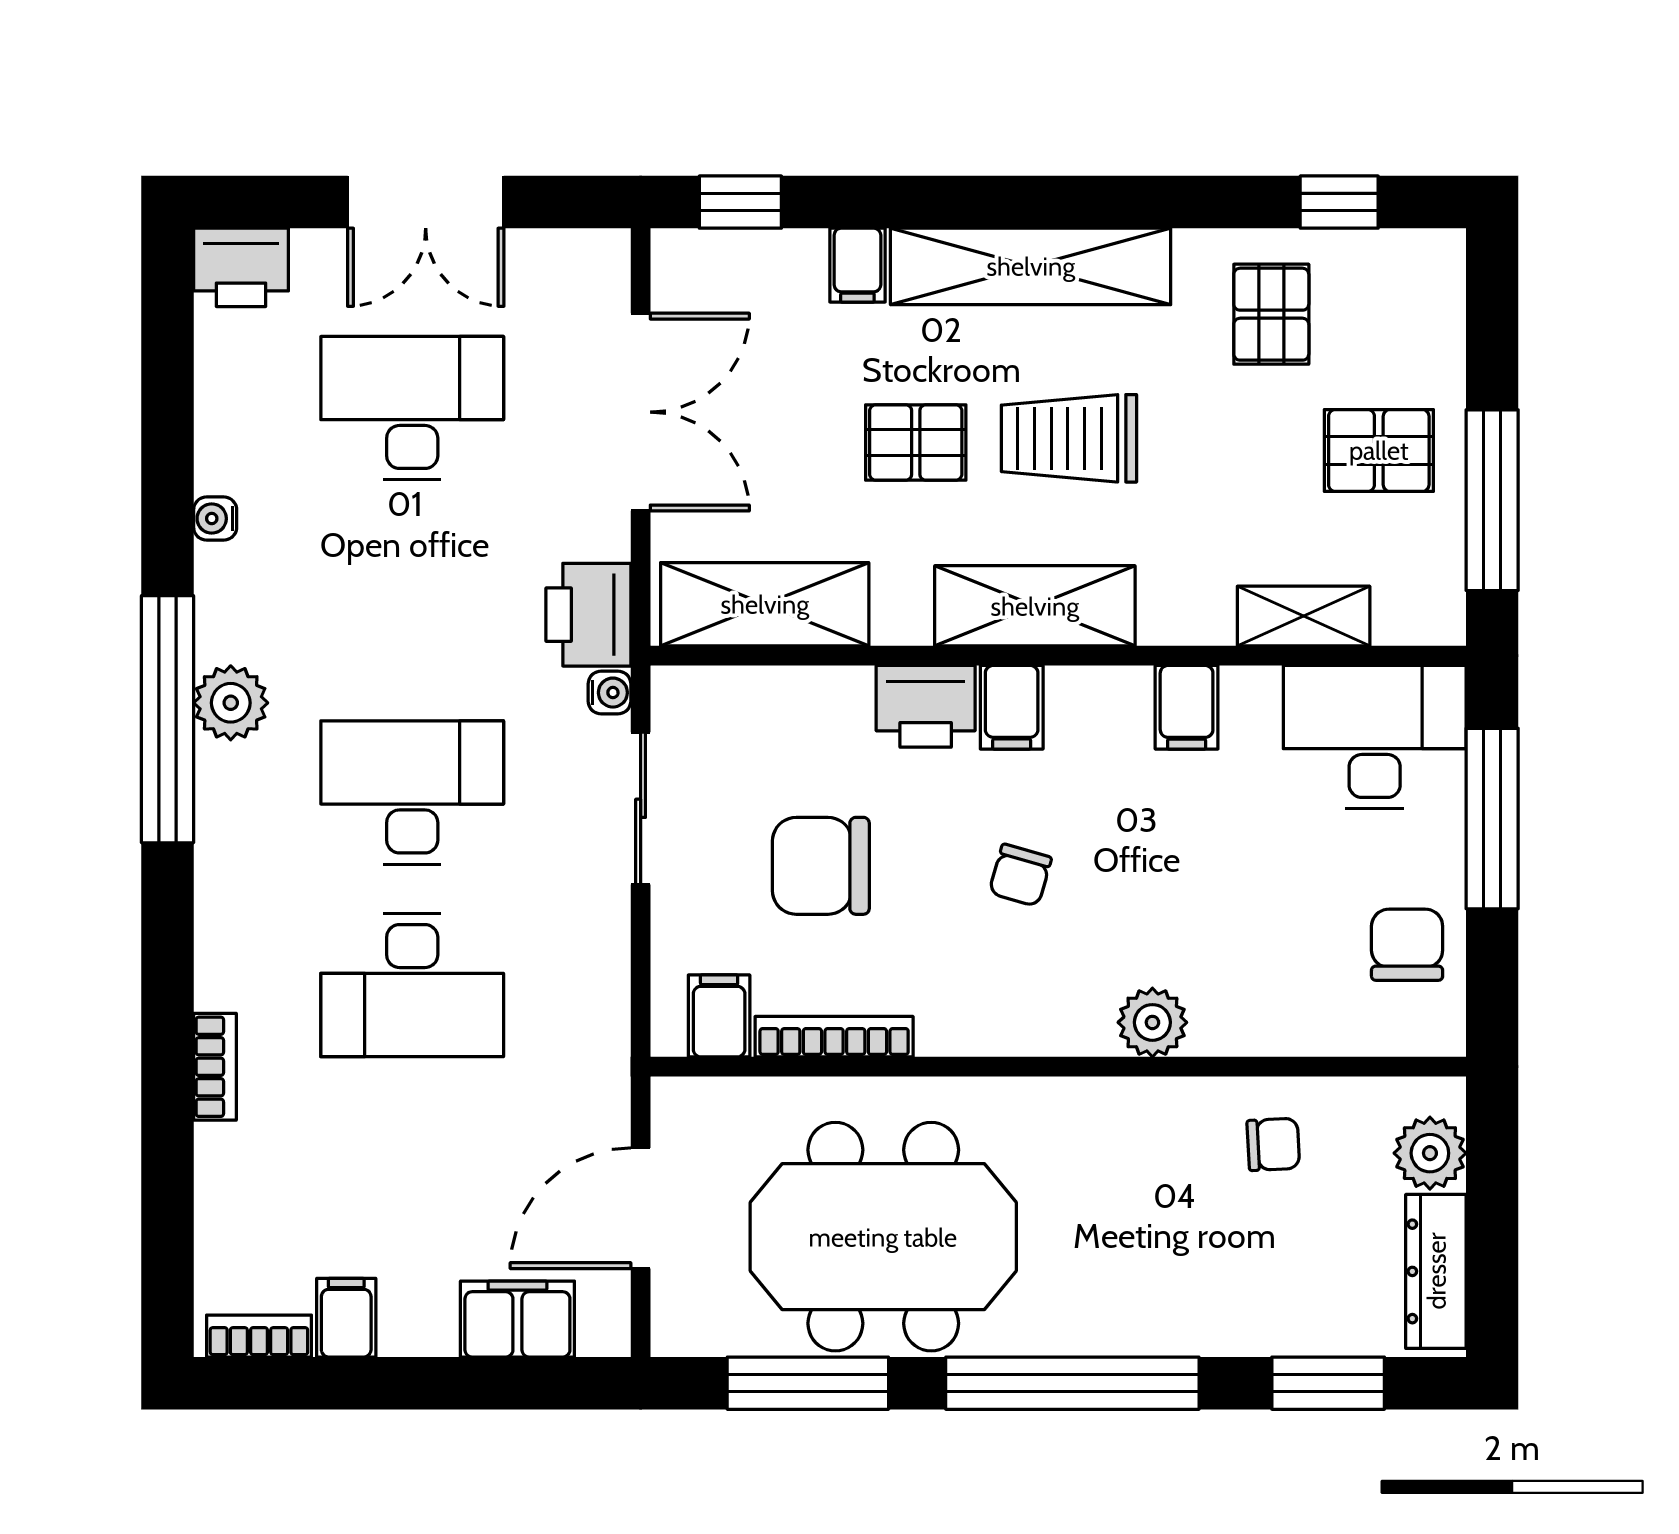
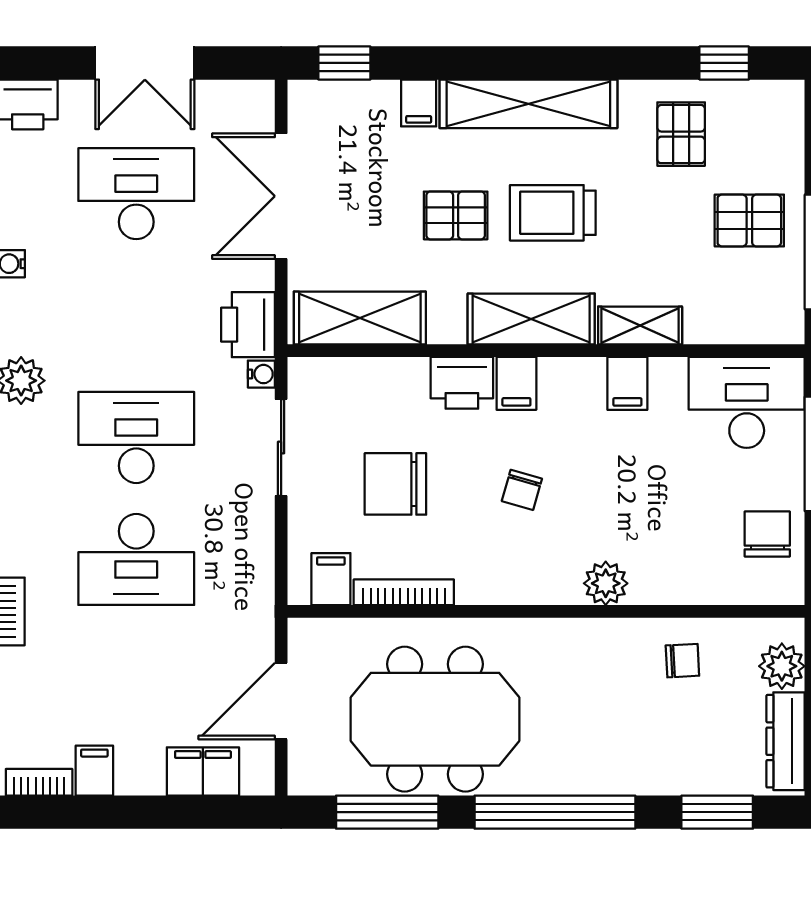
double door: (641, 412) -> (281, 196), swing flipped
shelving: (1304, 616) -> (640, 326), moved

